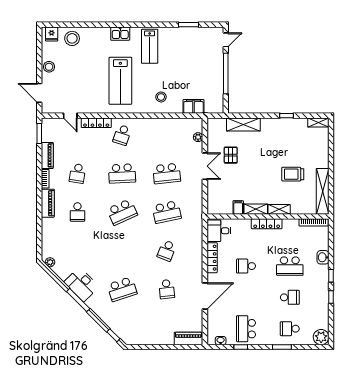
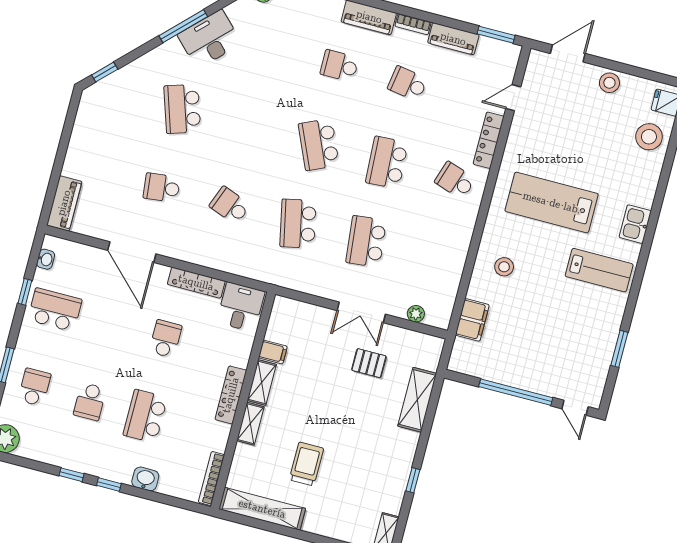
lab bench: (150, 46) -> (599, 270), turned 180

